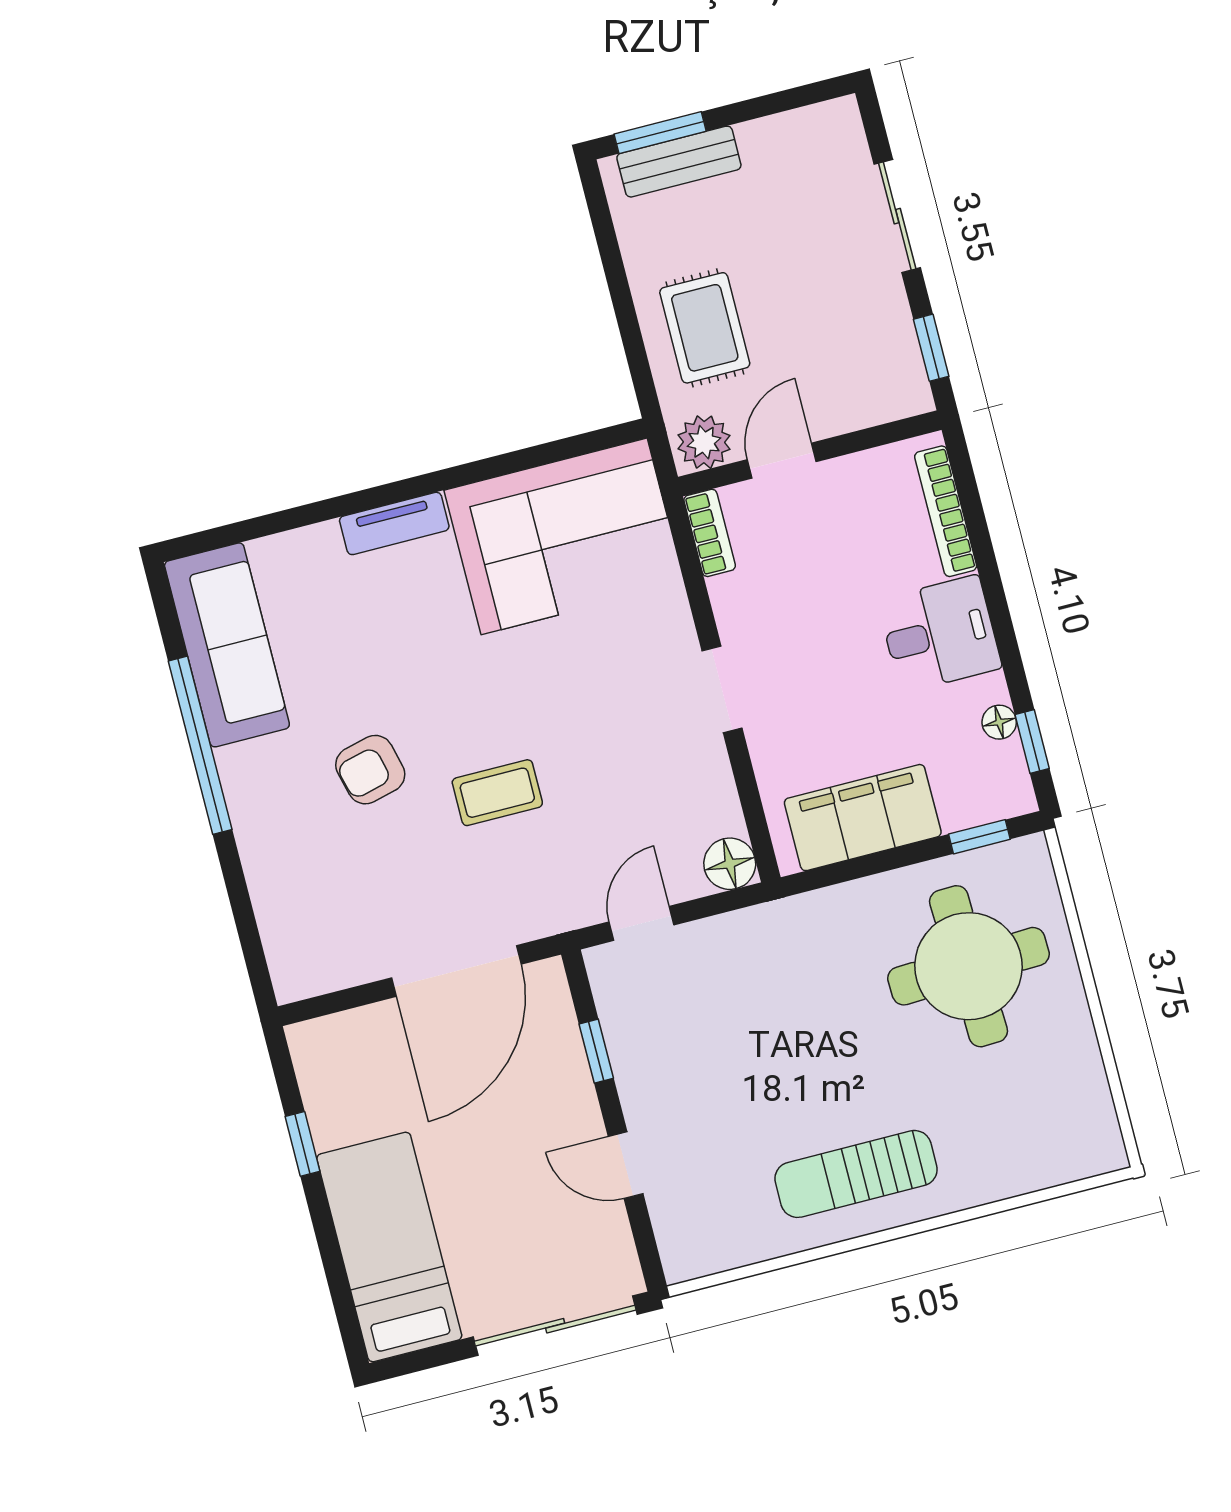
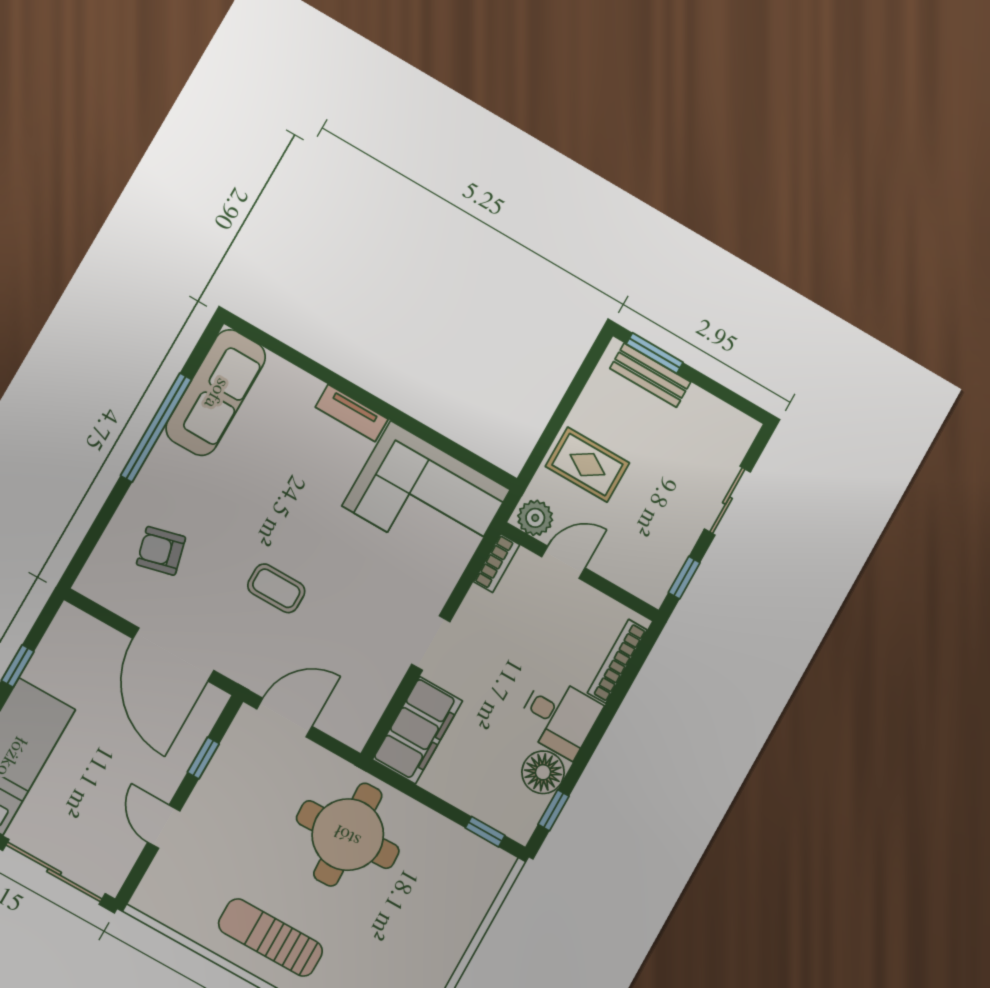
rug: (705, 328) -> (587, 465), turned 90
floor lamp: (999, 722) -> (543, 772), width x1.89, depth x1.89
armchair: (370, 770) -> (161, 551), moved
filing cabinet: (863, 818) -> (417, 730), moved, turned 90
floor lamp: (730, 864) -> (354, 730), removed
door: (641, 923) -> (284, 718), width x1.38
round table: (969, 966) -> (348, 835), moved
door: (456, 971) -> (173, 655), hinge flipped

